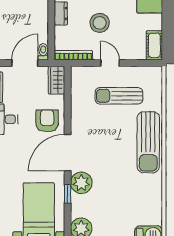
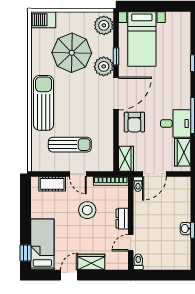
cot: (154, 45) -> (52, 184), moved, turned 90
parasol: (117, 198) -> (72, 53), added

